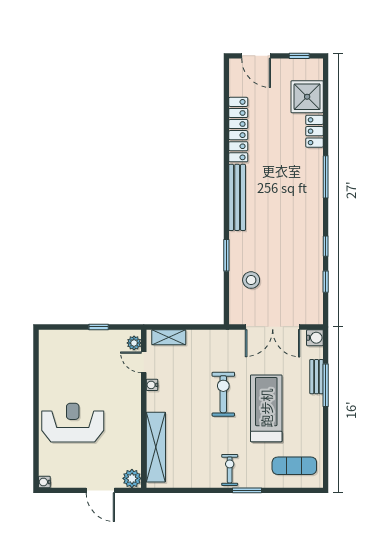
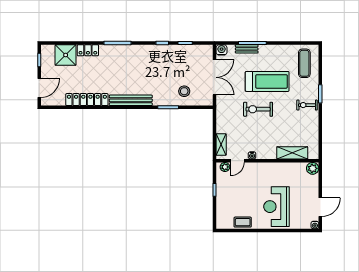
coffee table: (49, 370) -> (243, 222), added
treadmill: (266, 408) -> (267, 81), turned 180
shelving: (156, 447) -> (292, 153), width x0.68
door: (100, 490) -> (320, 207), moved

